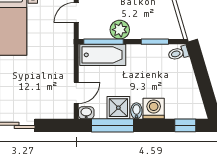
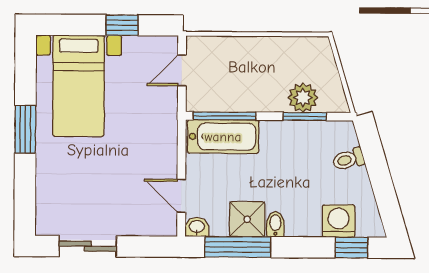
plant: (120, 30) -> (303, 98), moved
toilet: (178, 53) -> (349, 159), moved
door: (76, 93) -> (181, 196), swing flipped
washing machine: (154, 109) -> (339, 221), moved

